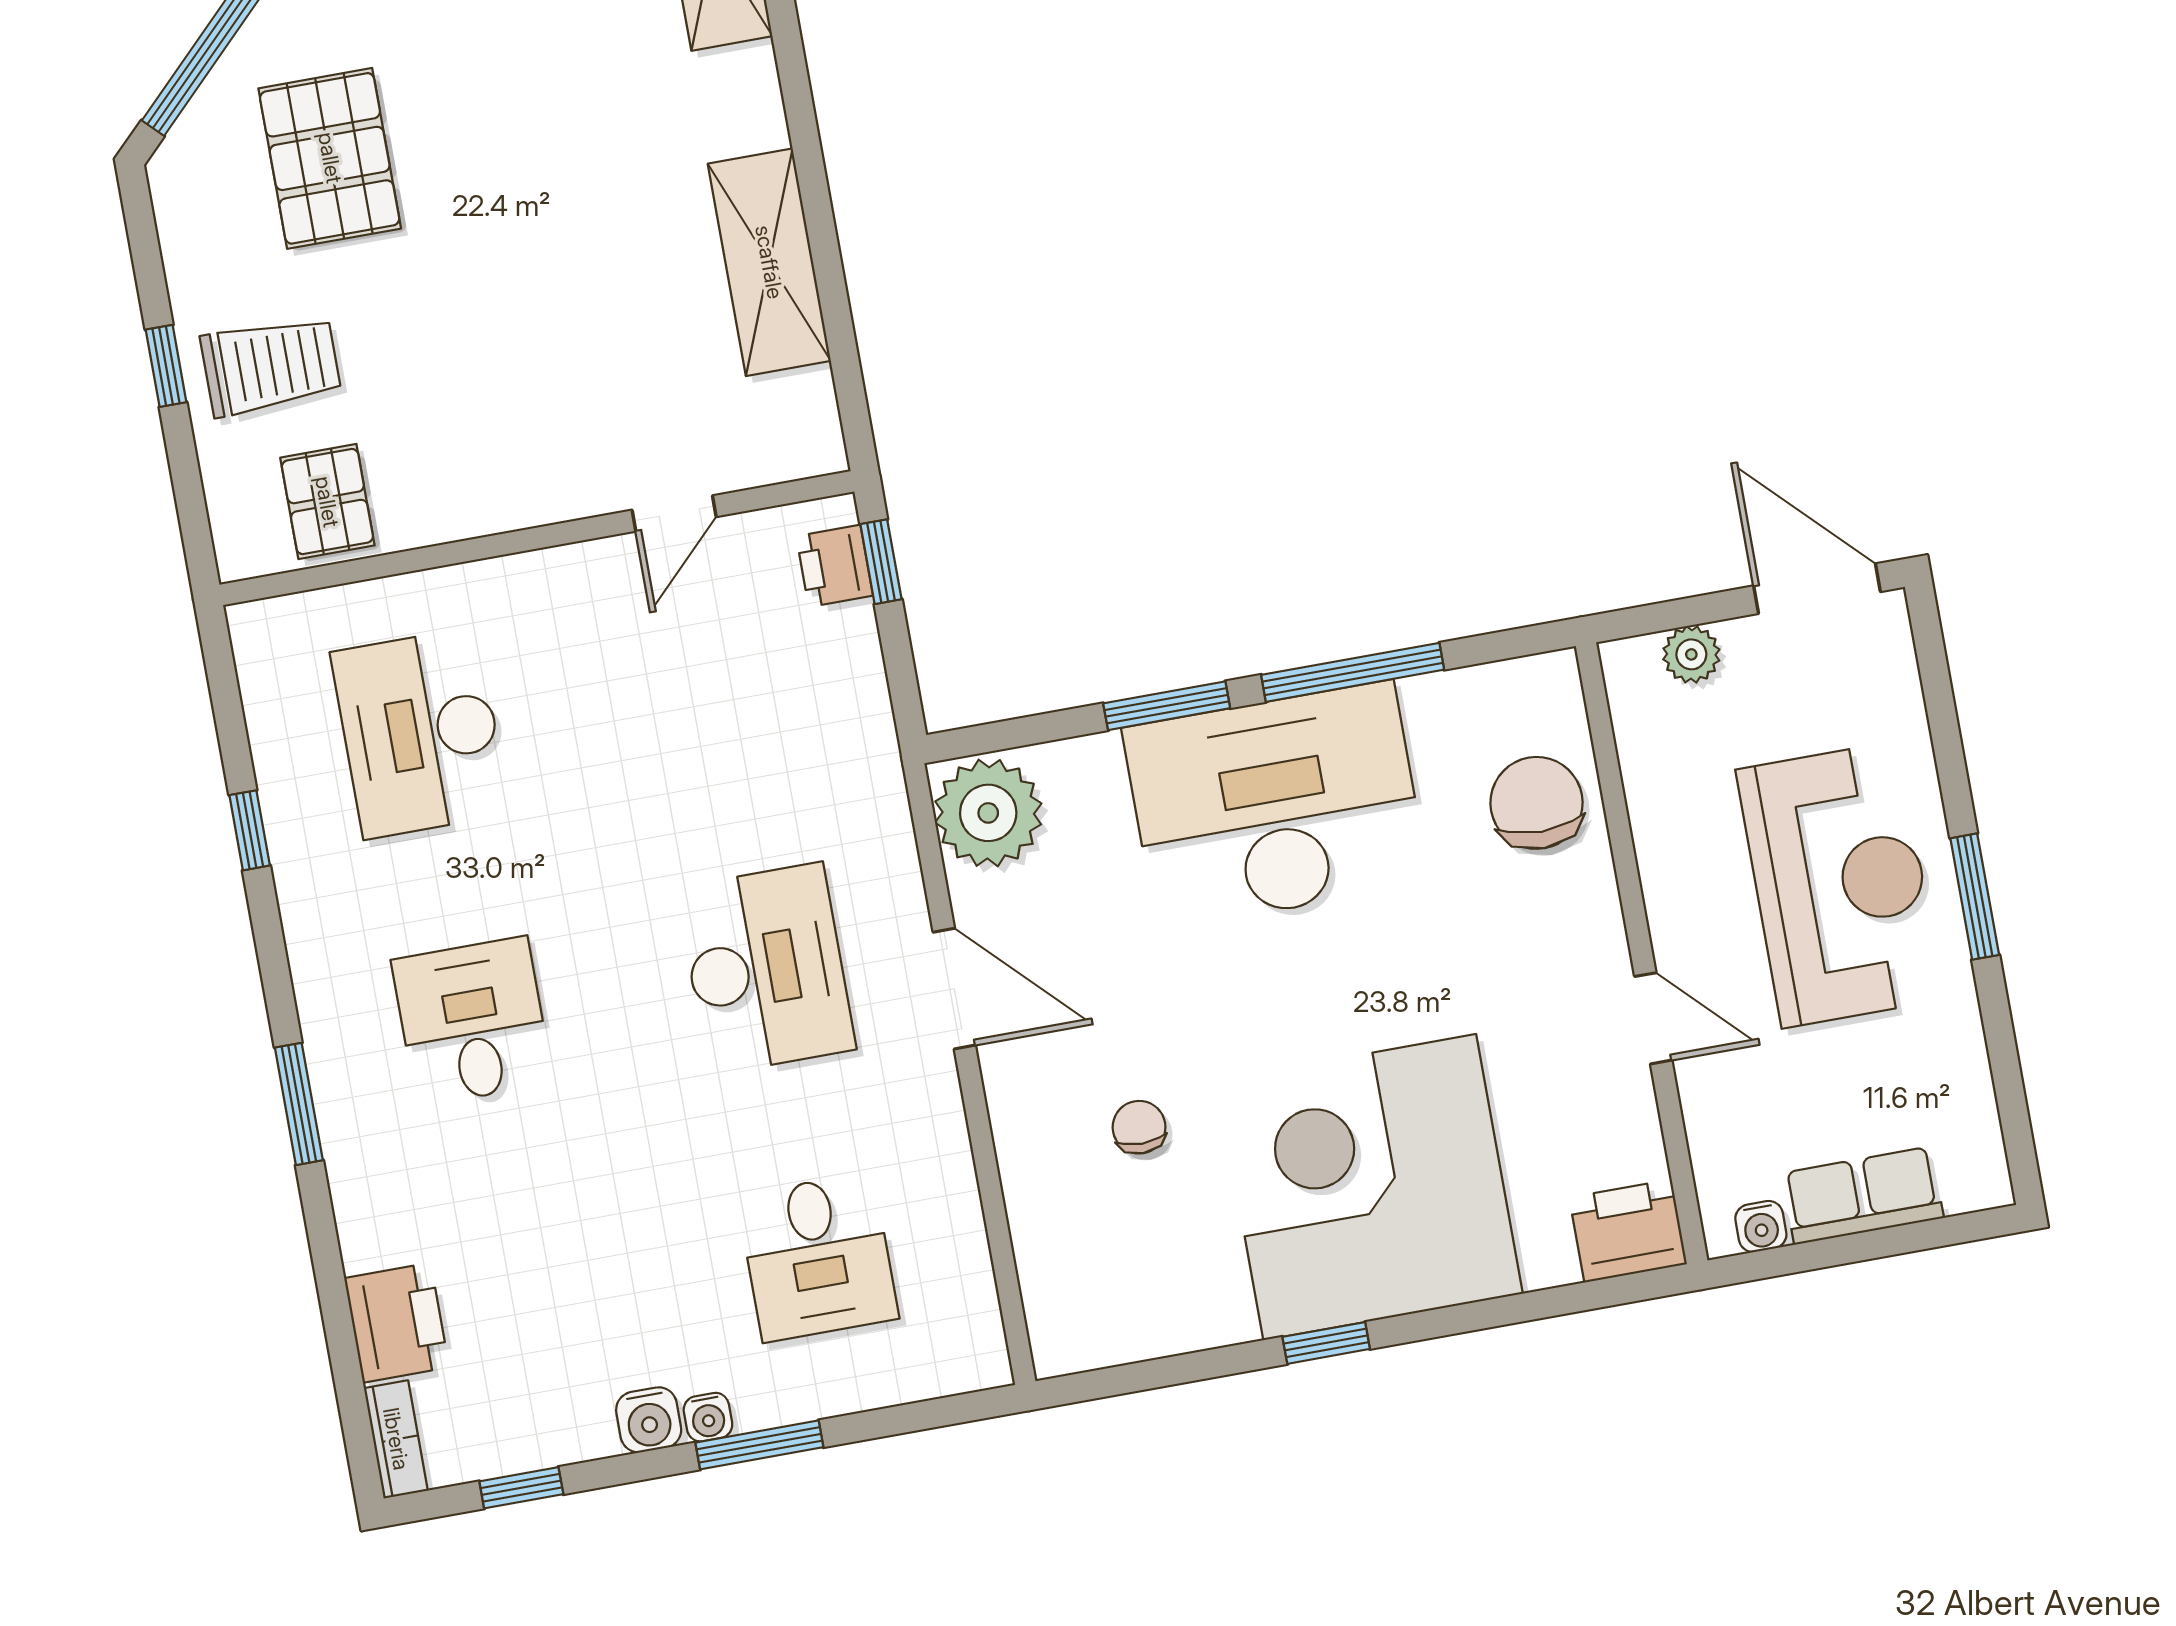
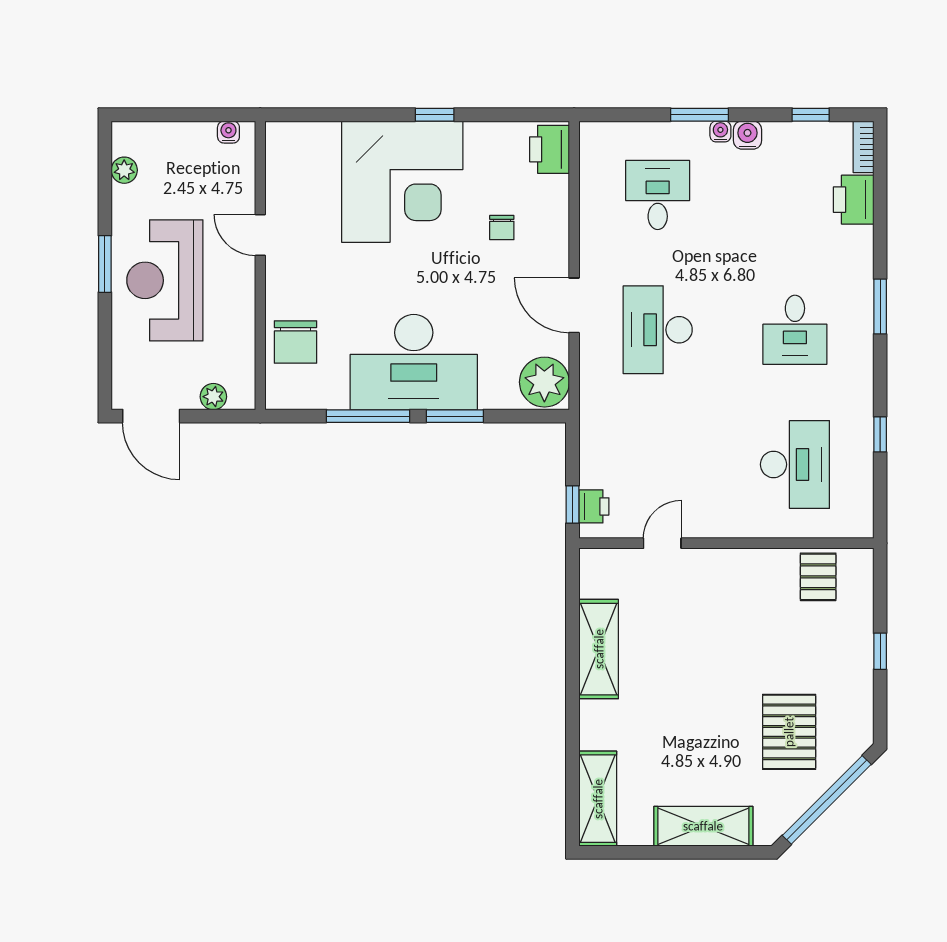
trolley: (271, 366) -> (833, 643), removed
plant: (1969, 1105) -> (124, 170), added
row of seats: (1863, 1195) -> (180, 138), removed
printer: (1628, 1231) -> (550, 149), moved, turned 90

